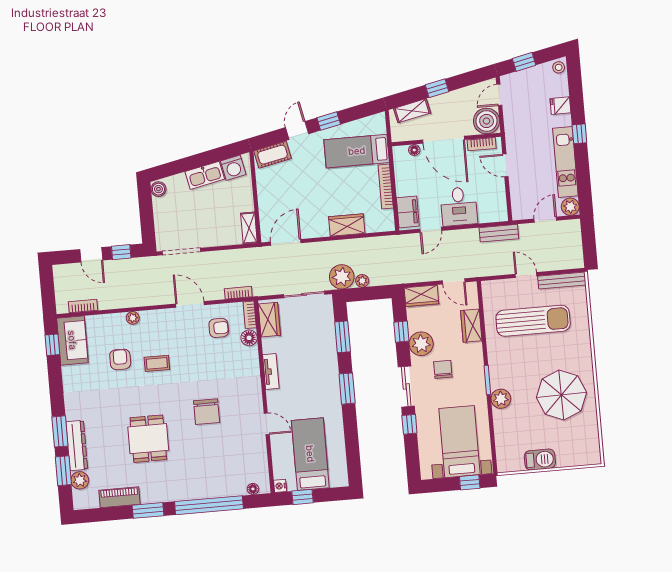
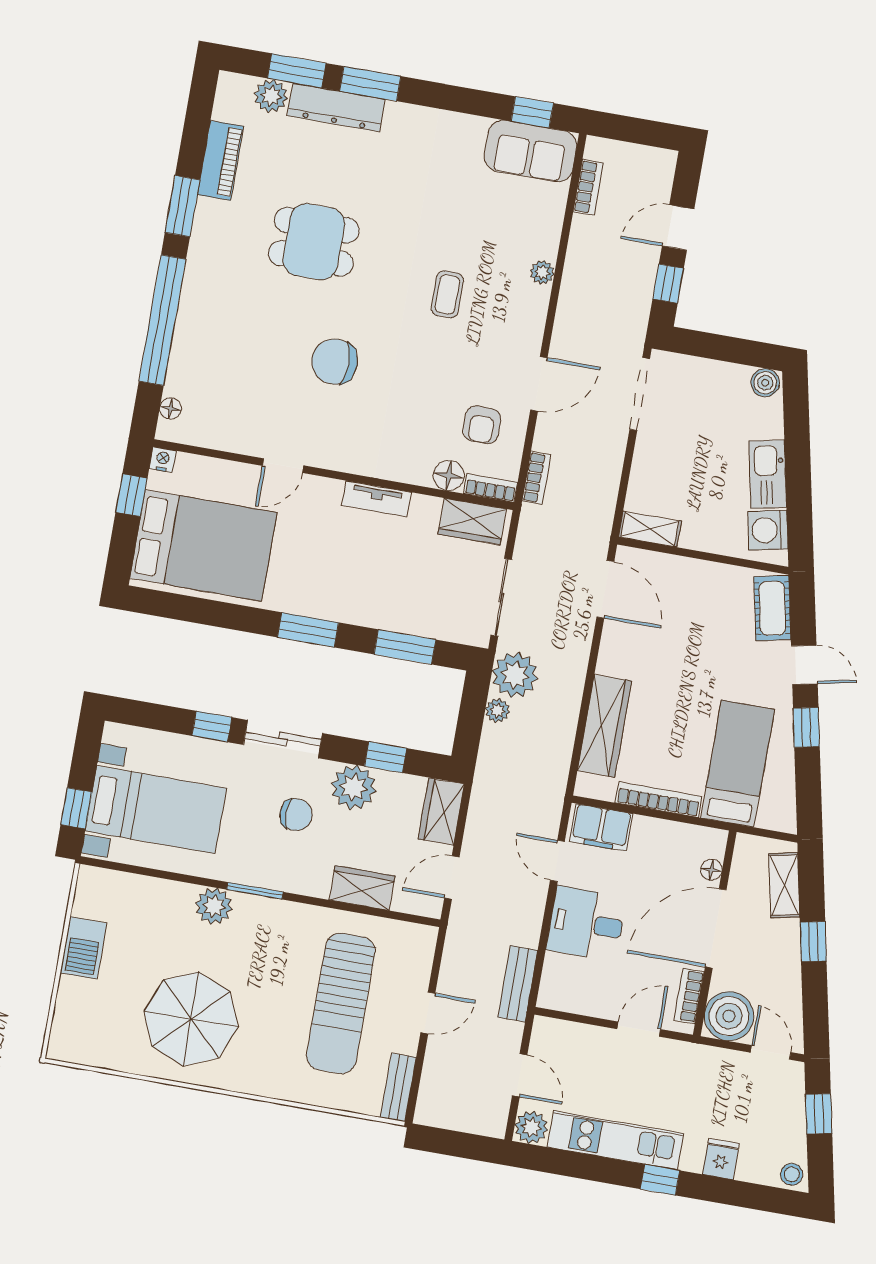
wardrobe: (347, 225) -> (604, 726), width x1.50
bench: (562, 281) -> (398, 1087), width x0.73
armchair: (120, 359) -> (472, 229), removed
bed: (310, 454) -> (203, 545), width x1.50

